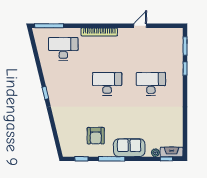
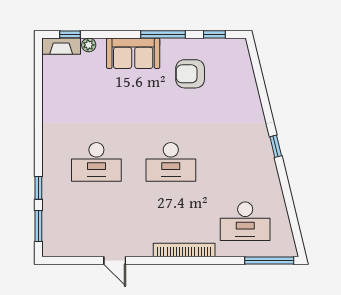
door: (140, 26) -> (115, 260), hinge flipped
armchair: (96, 136) -> (190, 74), turned -90

